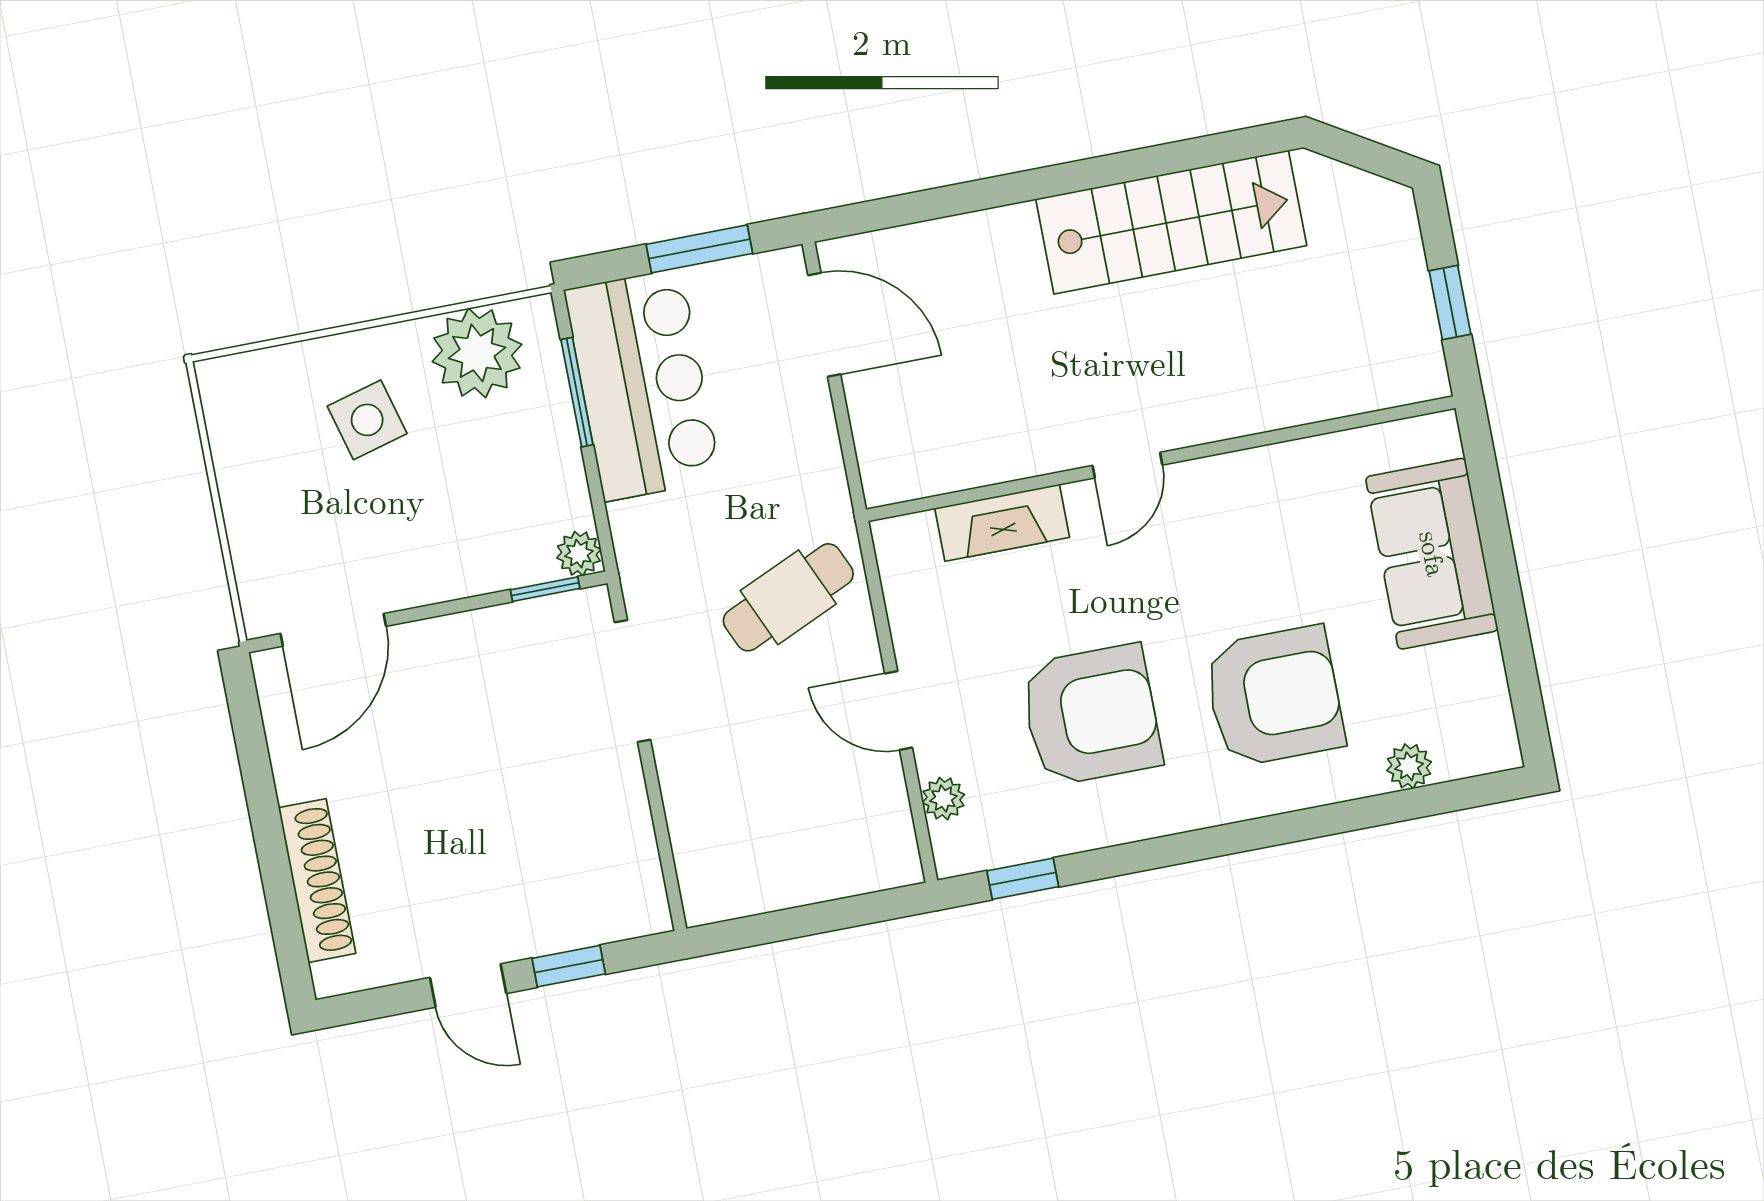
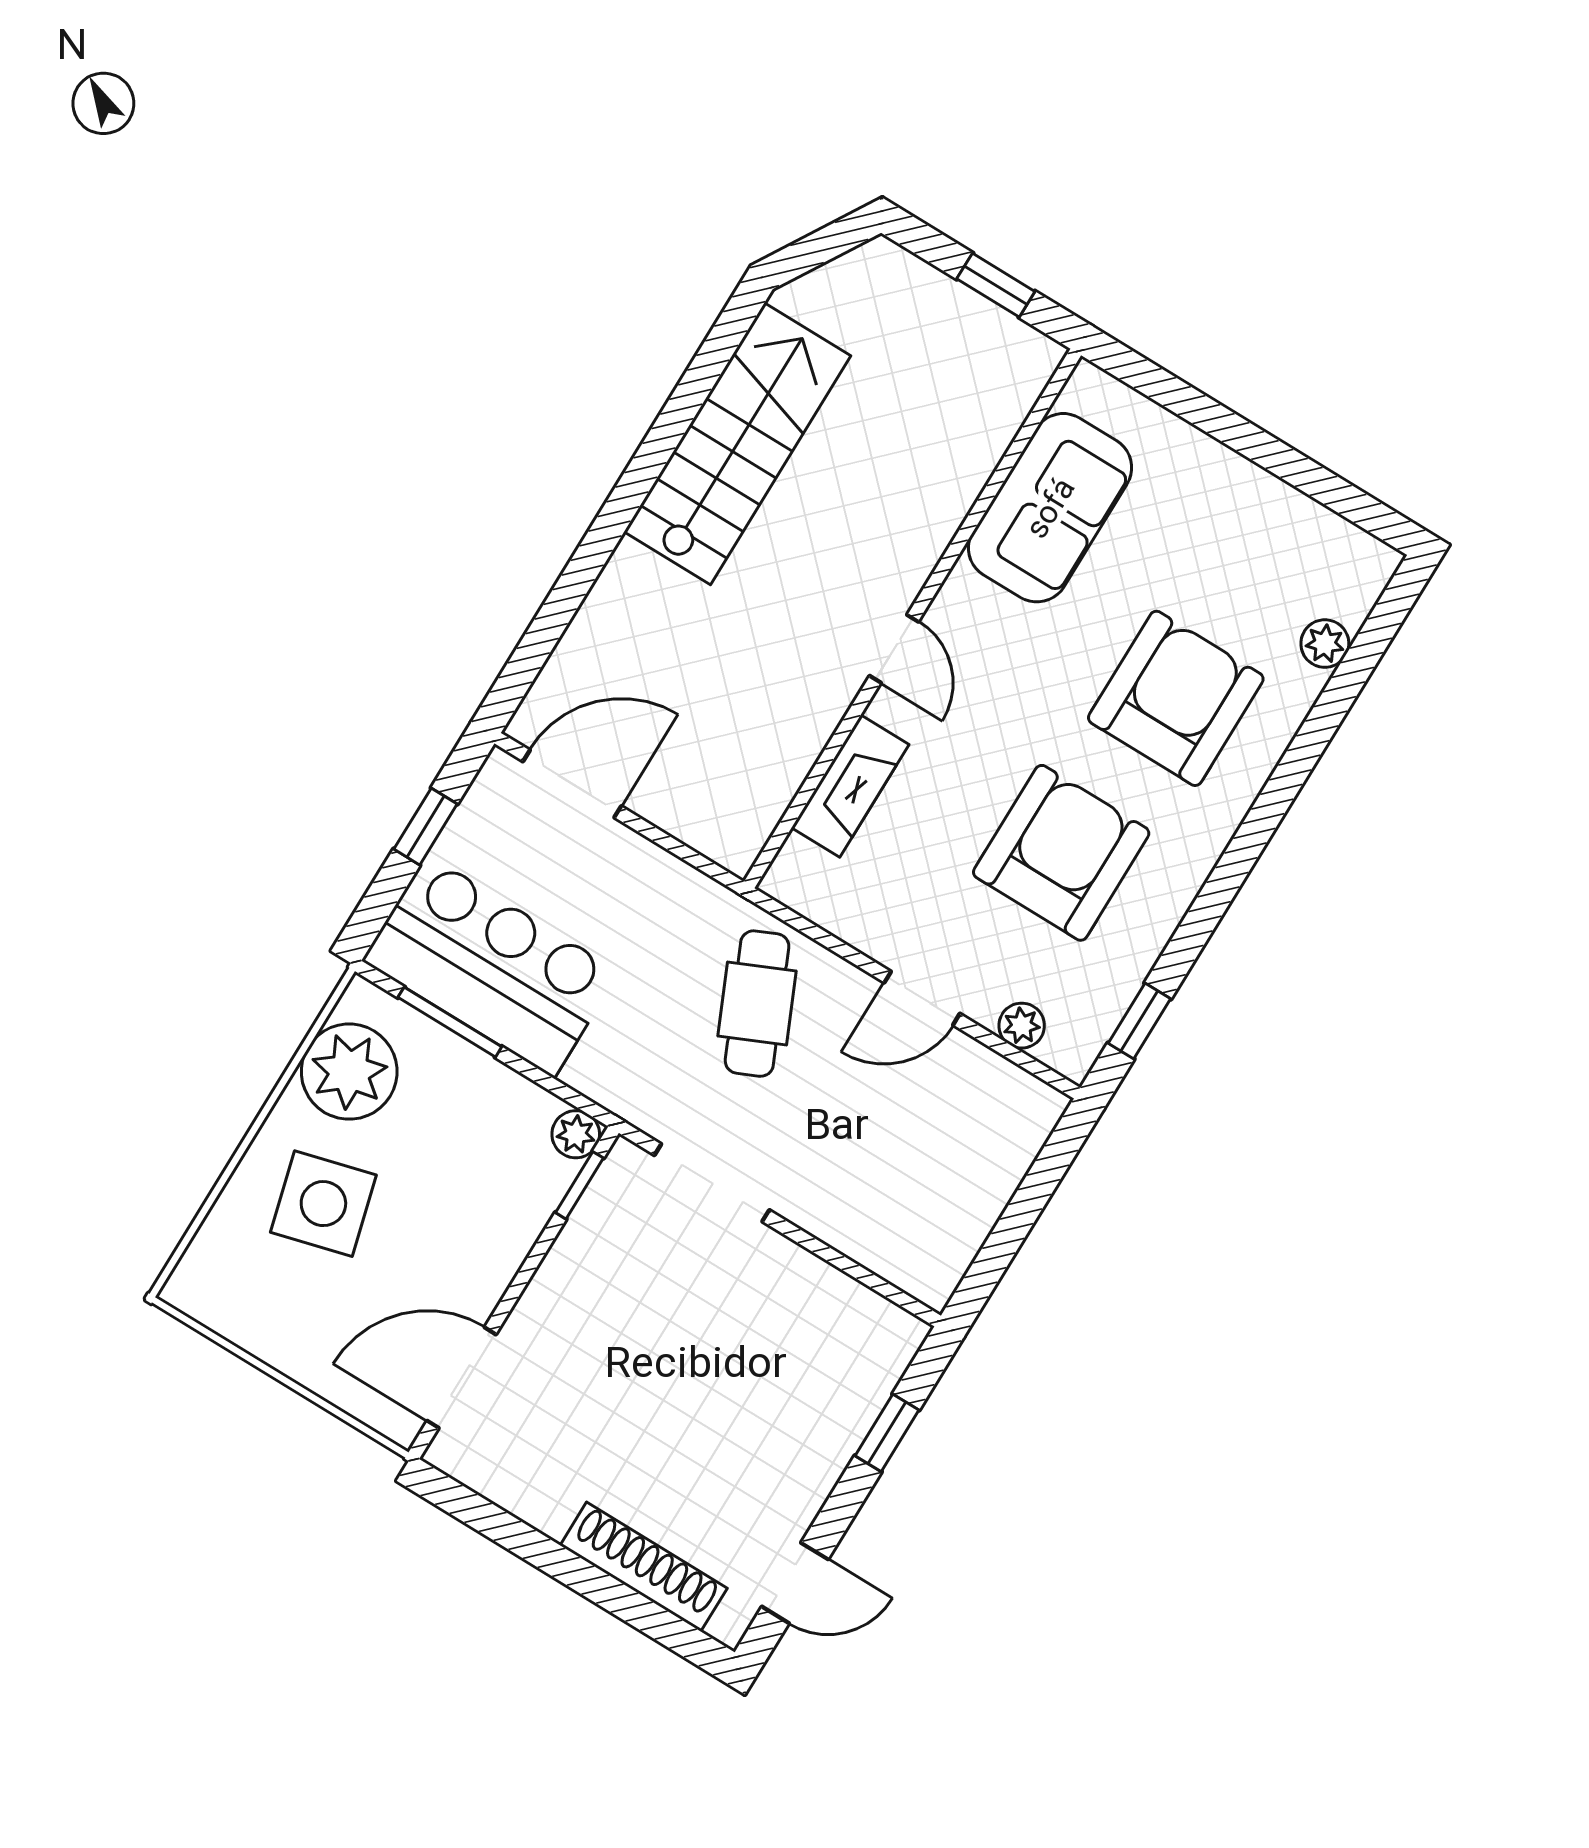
window: (699, 249) -> (426, 827), width x0.67
side table: (367, 420) -> (323, 1204), width x1.37, depth x1.37
sofa: (1432, 554) -> (1050, 508), moved, turned -90
door: (333, 630) -> (462, 1378), swing flipped
door: (468, 986) -> (795, 1583), moved

